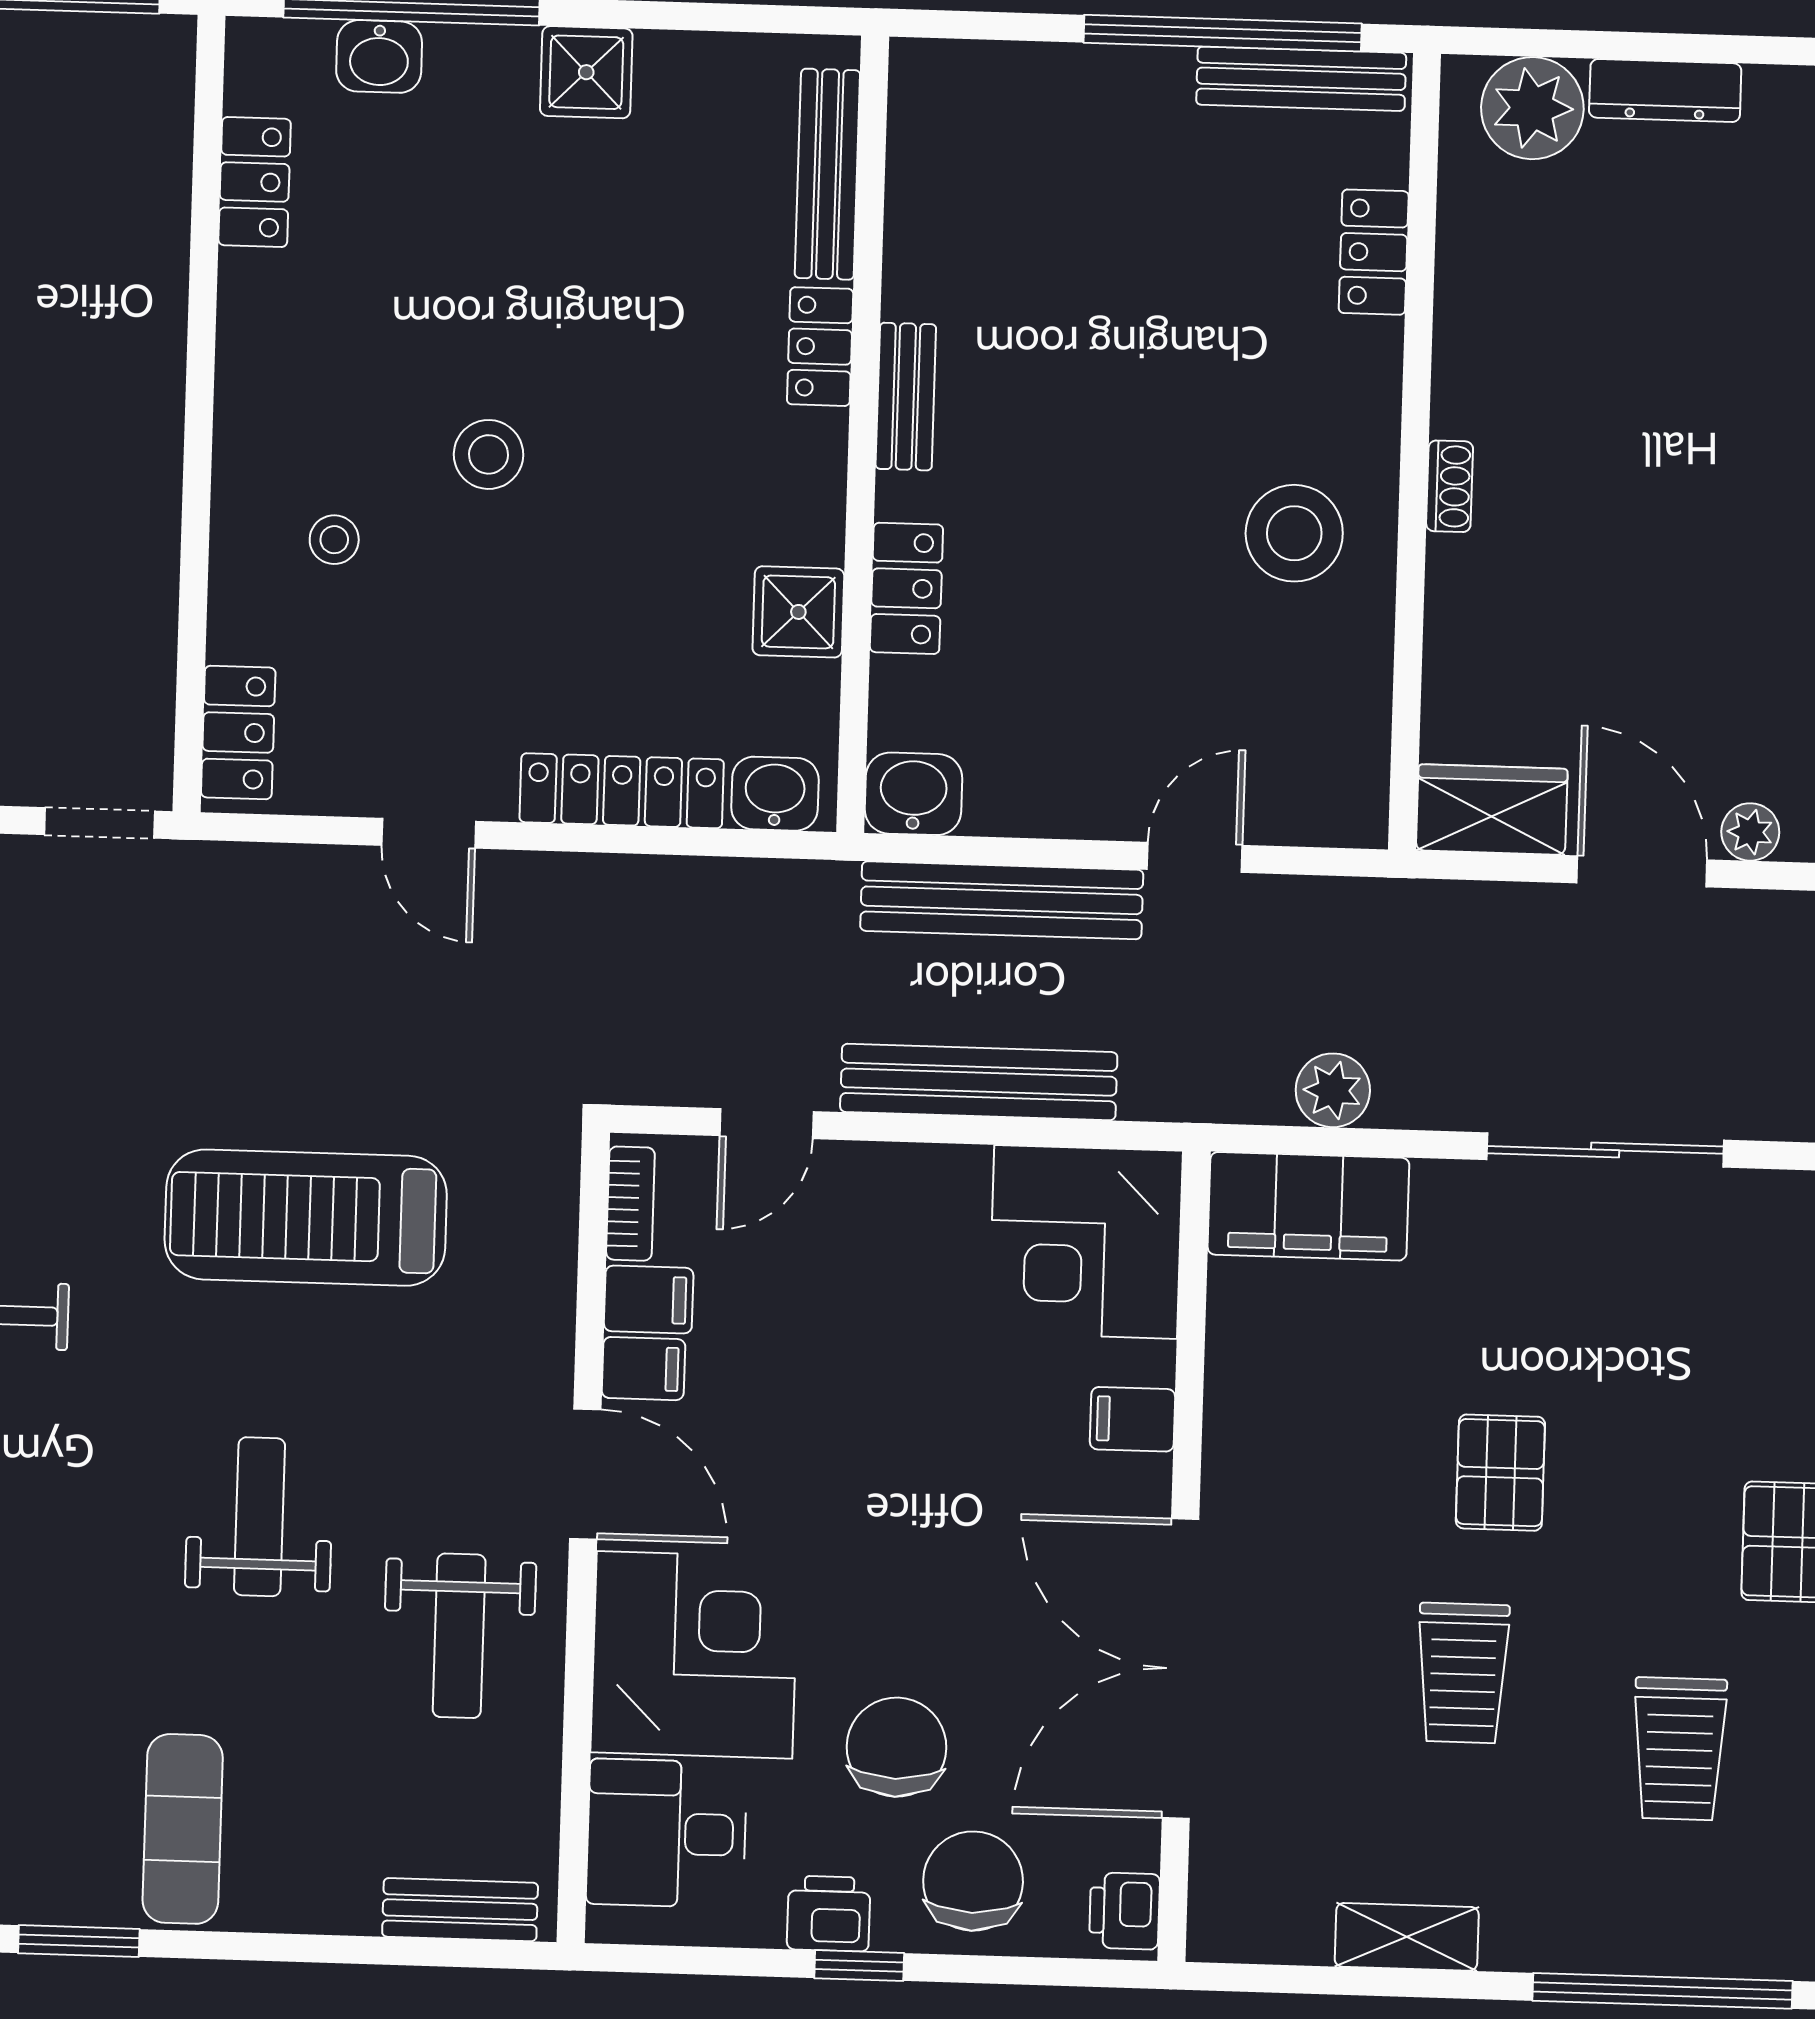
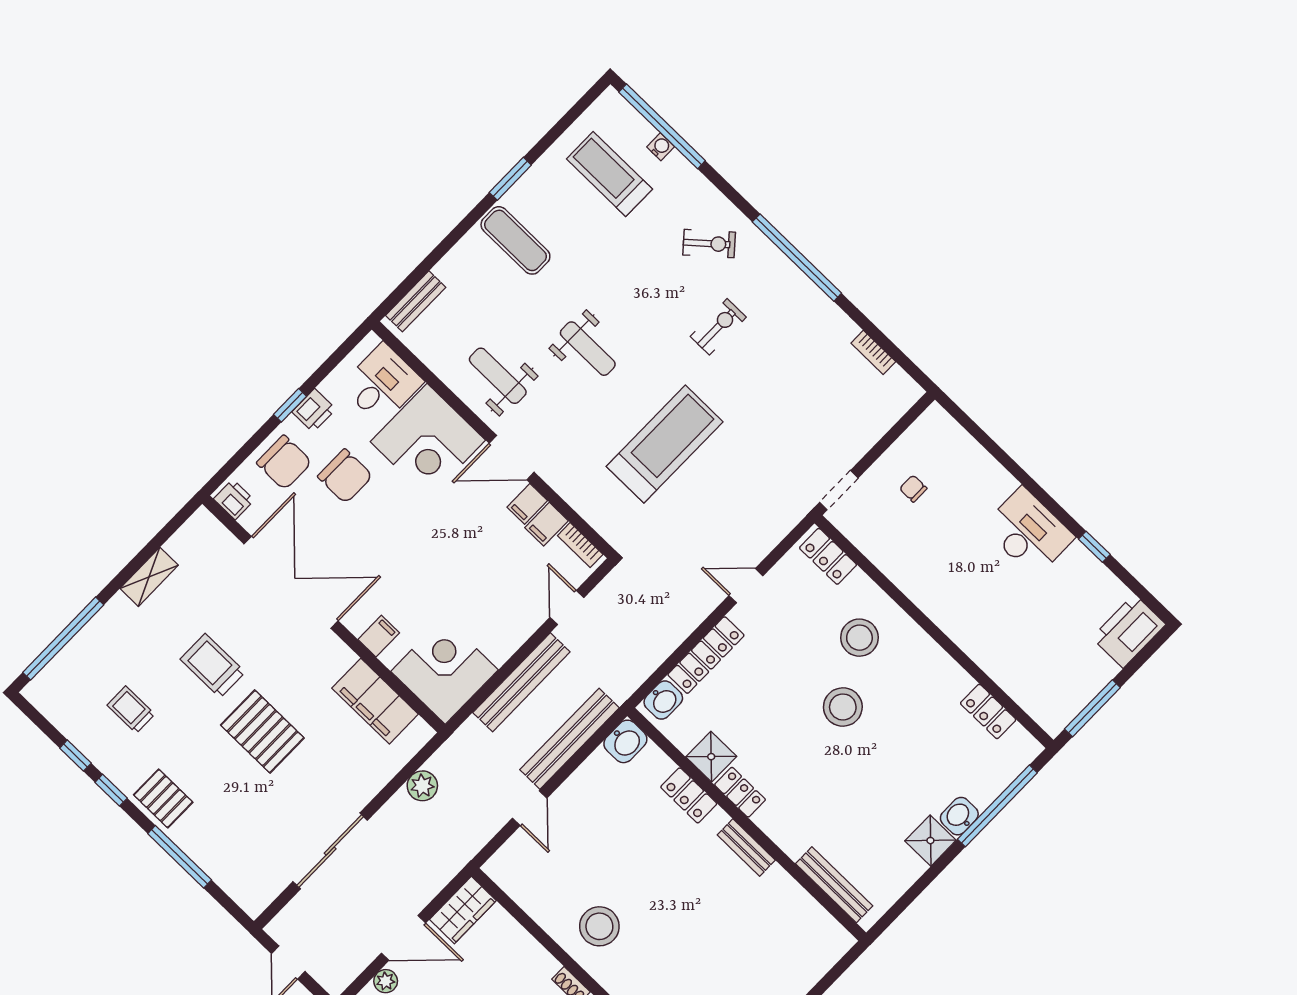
washbasin: (379, 56) -> (959, 816), moved
locker: (820, 347) -> (740, 792), moved
stool: (489, 454) -> (843, 707), width x1.38, depth x1.38
stool: (334, 540) -> (859, 638), width x1.89, depth x1.89
filing cabinet: (1308, 1206) -> (375, 701), moved, turned -90
pallet: (1500, 1473) -> (262, 732), width x1.50, depth x1.42
trolley: (1679, 1749) -> (131, 710), width x0.73, depth x0.72

